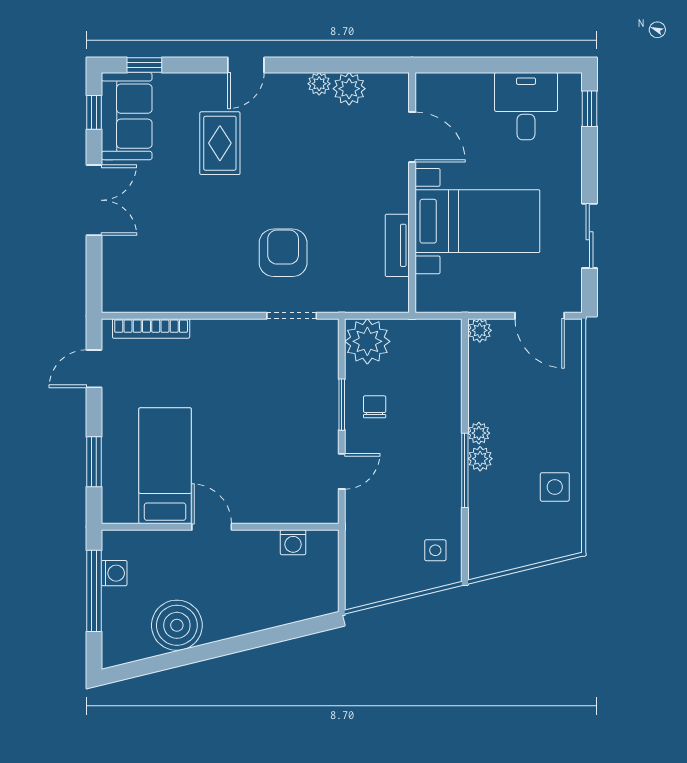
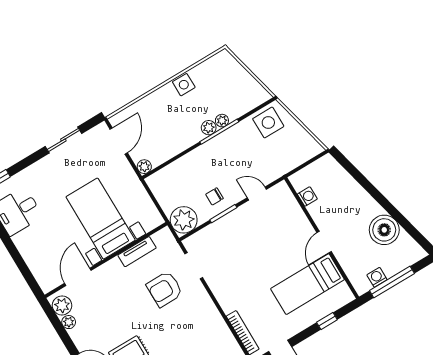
door: (412, 137) -> (78, 277), moved
wall: (412, 193) -> (106, 260), moved
bed with nightstands: (477, 221) -> (101, 219), moved
tv unit: (397, 245) -> (137, 252), moved
plant: (479, 433) -> (222, 121), moved
window: (94, 462) -> (327, 321), width x0.67
side table: (555, 487) -> (184, 85), moved
side table: (435, 550) -> (268, 123), width x1.87, depth x1.87

